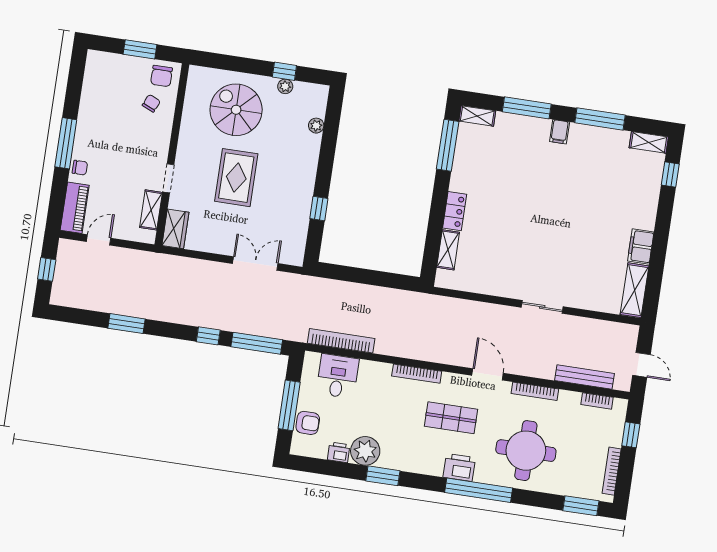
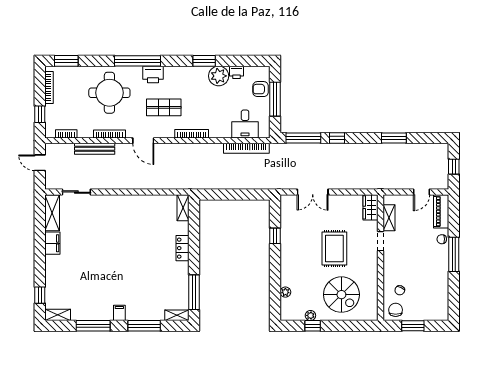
shelving: (448, 250) -> (183, 208), moved
sliding door: (542, 307) -> (76, 192), moved
bench: (585, 377) -> (95, 149), moved

